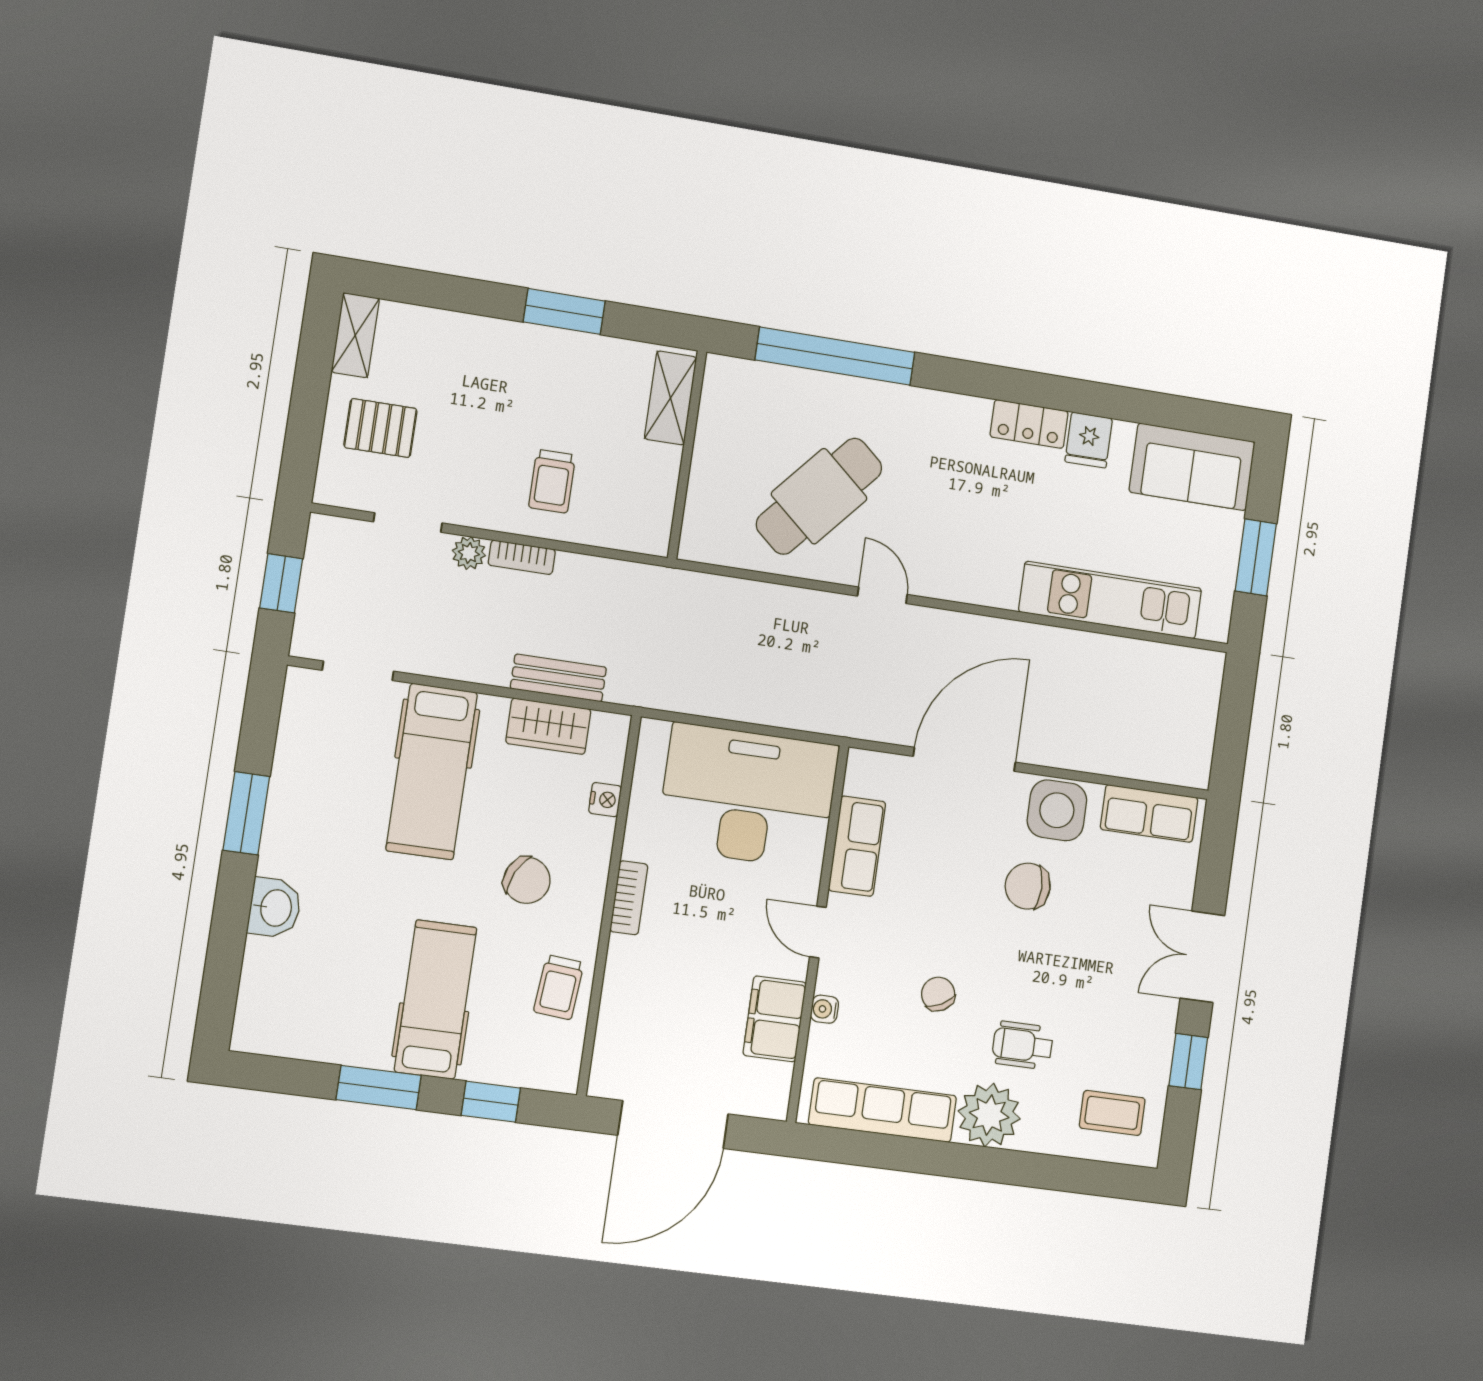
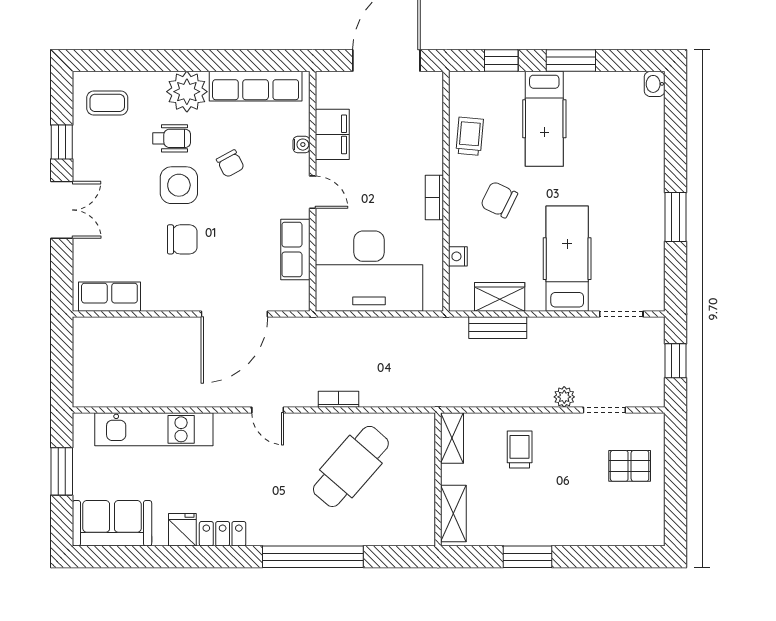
shelving: (355, 335) -> (452, 438), moved
window: (835, 356) -> (313, 557), moved
bookcase: (522, 557) -> (338, 399), moved
door: (882, 595) -> (268, 410), moved
side table: (1057, 810) -> (179, 185), moved
washbasin: (275, 908) -> (655, 84), moved, width x0.72, depth x0.69

